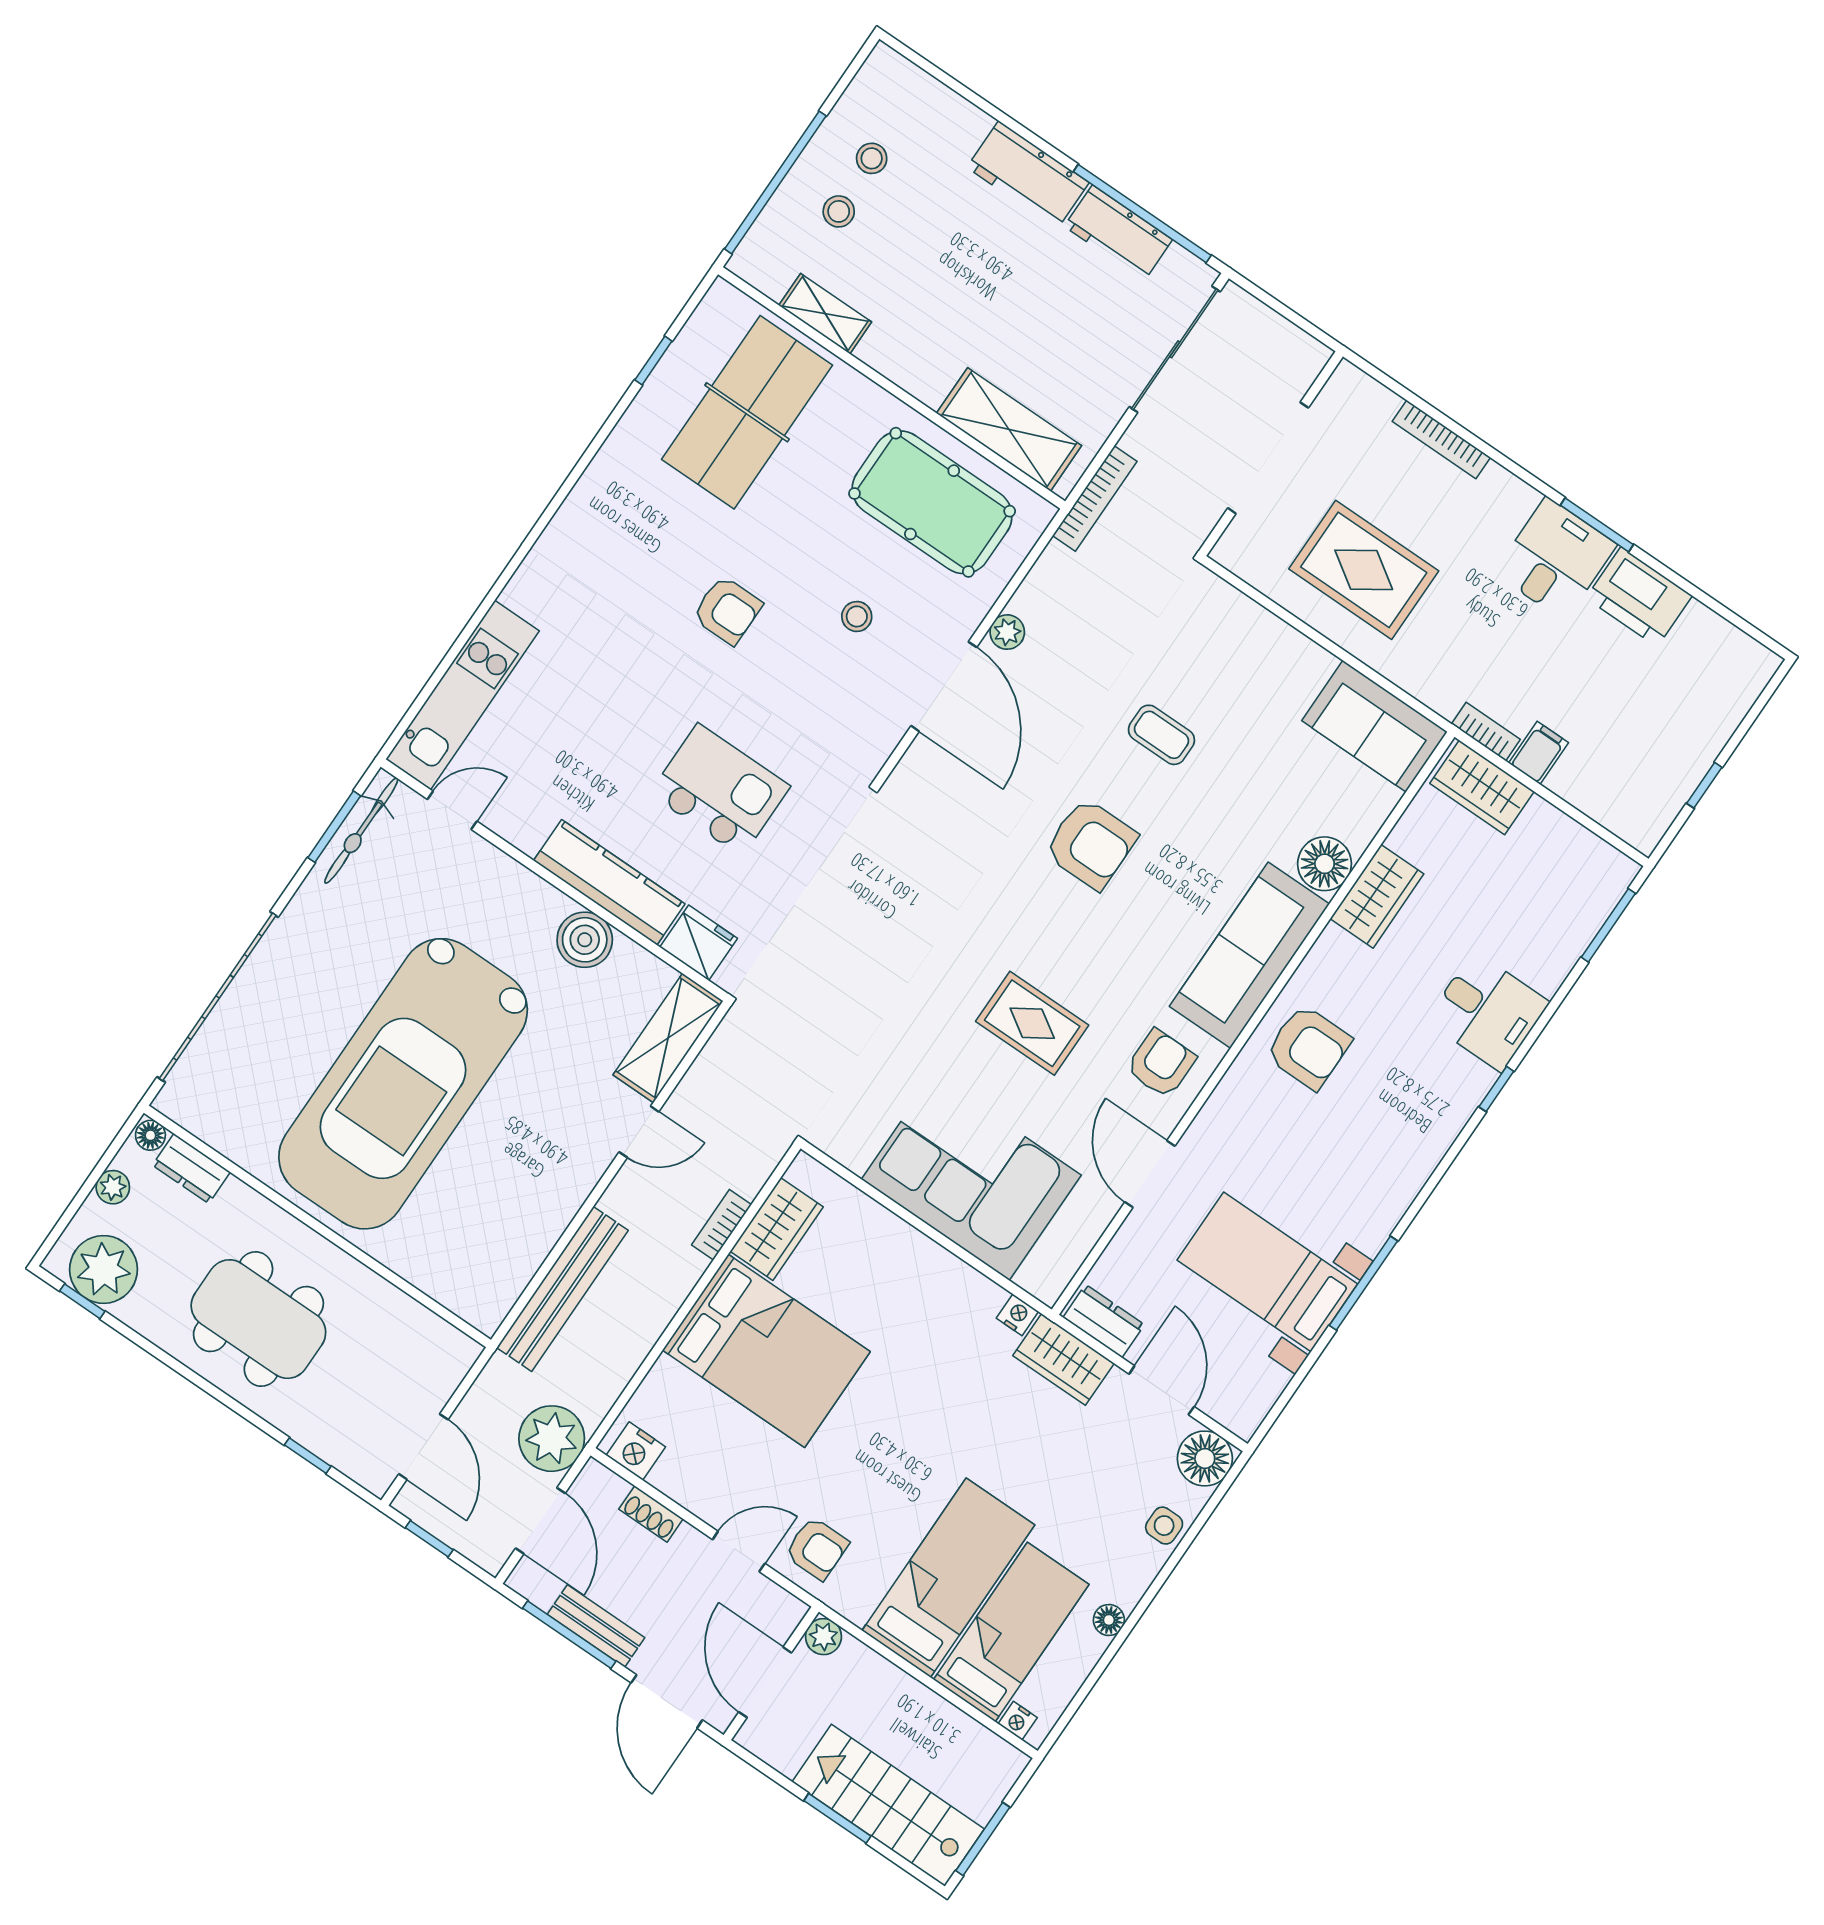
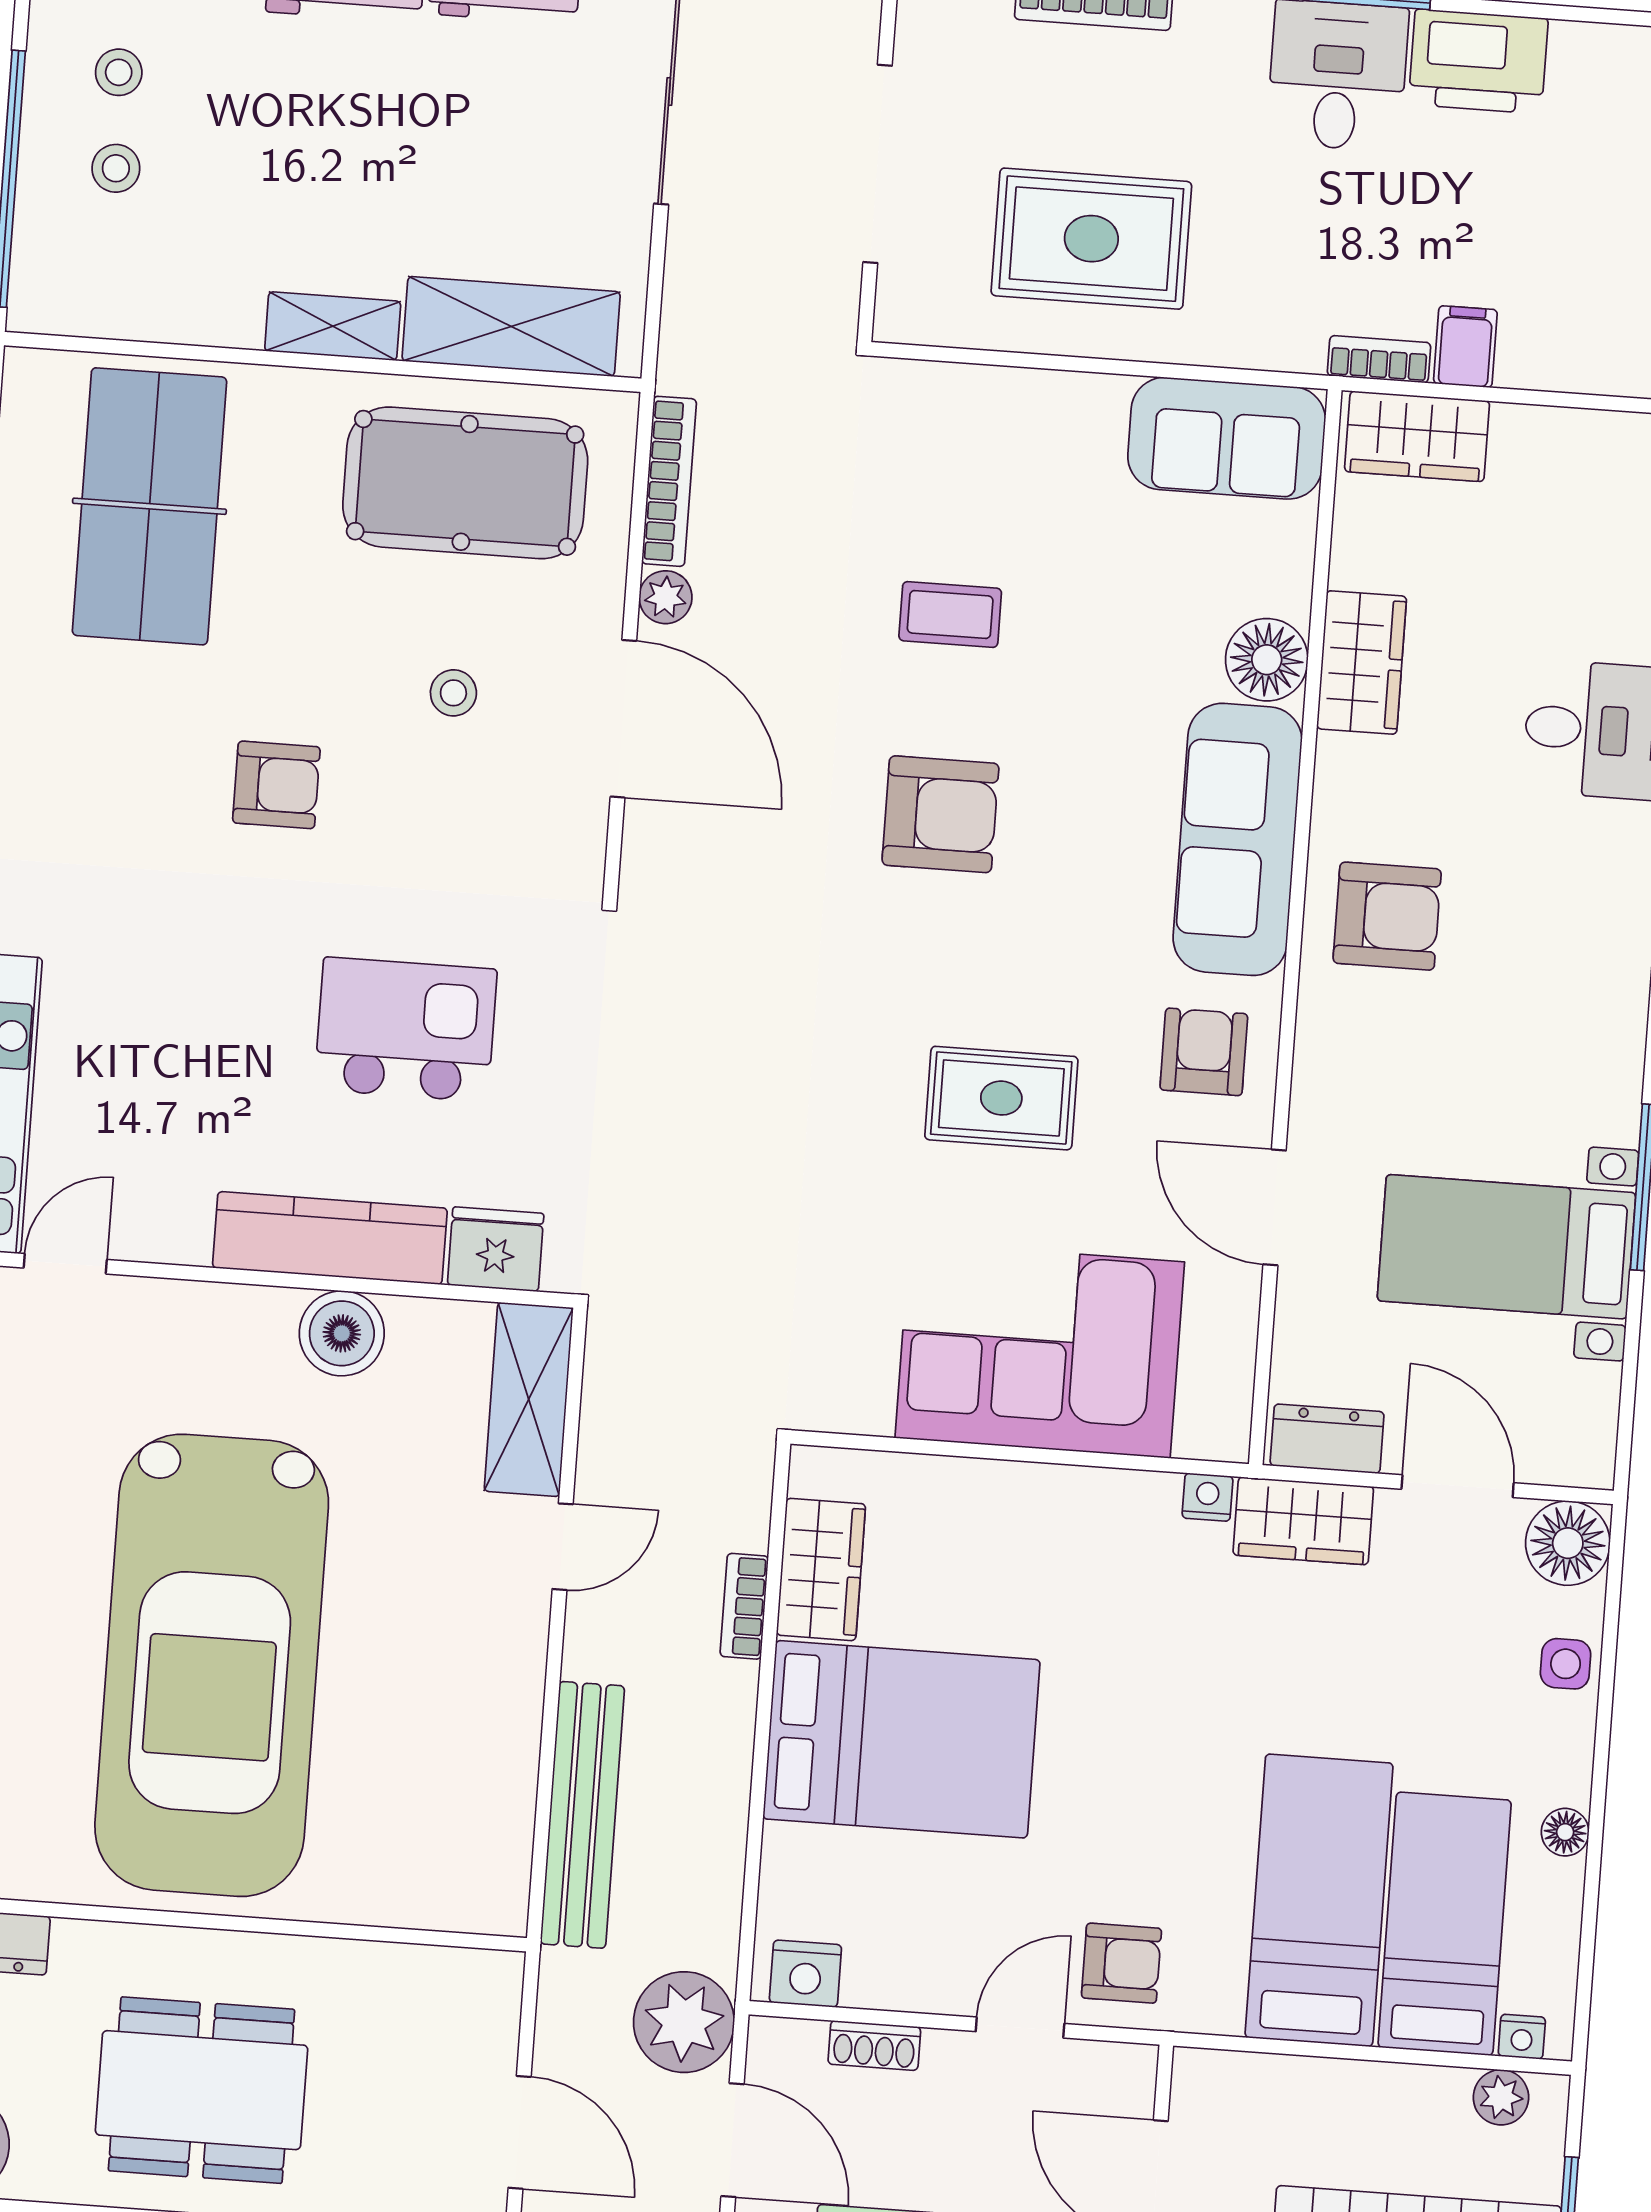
shelving: (825, 314) -> (333, 326), moved
bookcase: (1095, 498) -> (669, 481), moved
plant: (823, 1637) -> (1501, 2097), moved

